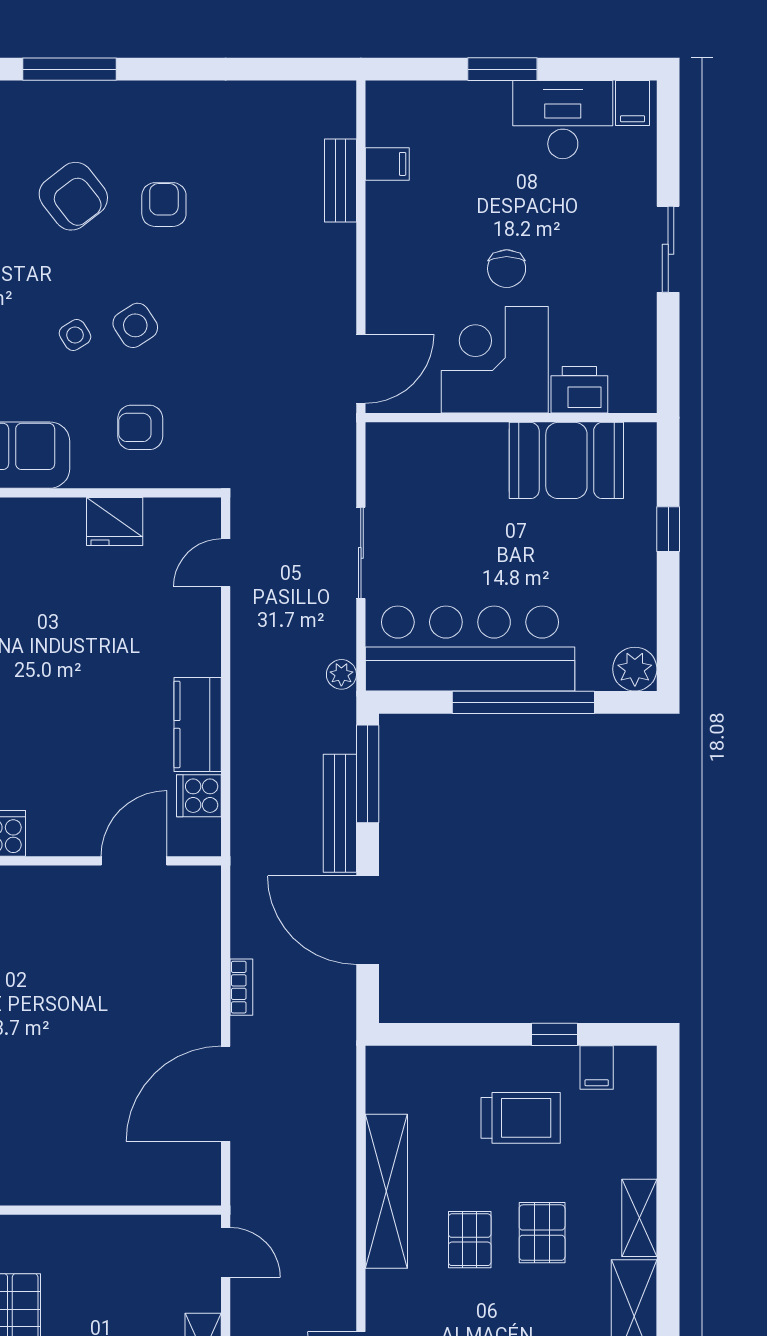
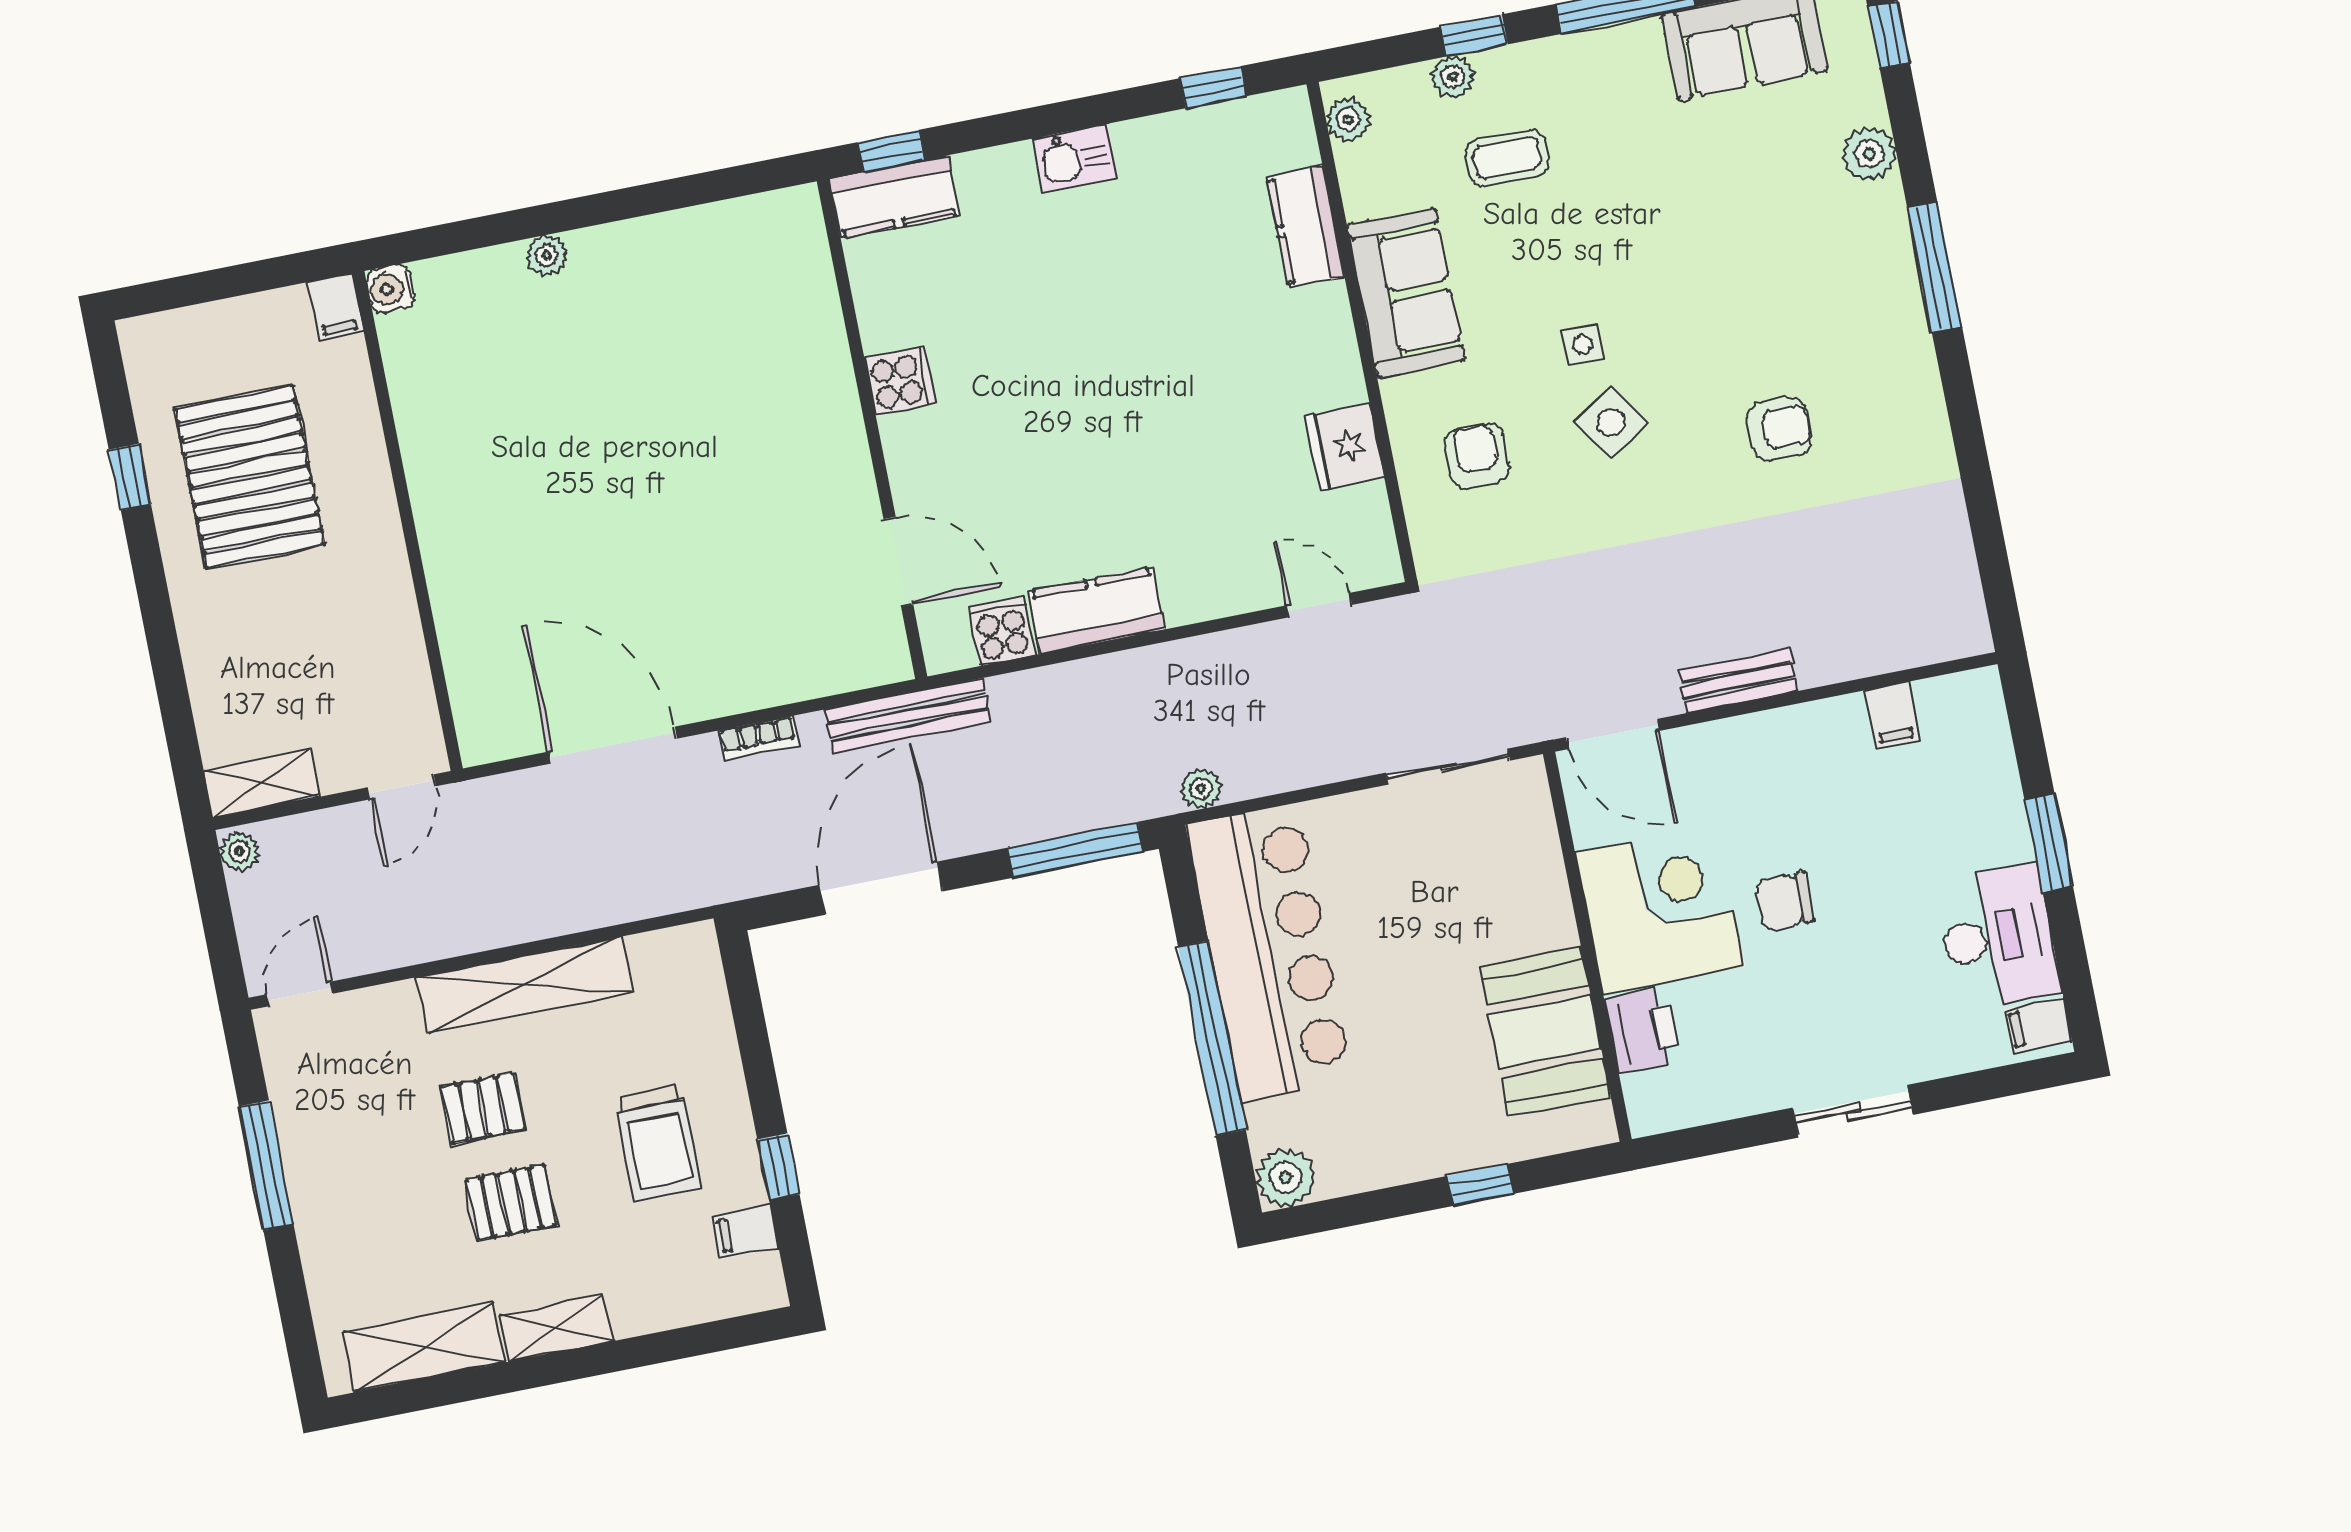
bench: (340, 180) -> (1738, 681), moved
armchair: (73, 196) -> (1767, 306), removed
side table: (75, 335) -> (1582, 345), turned 32
sliding door: (361, 553) -> (1448, 767), moved
bench: (340, 813) -> (907, 716), moved

